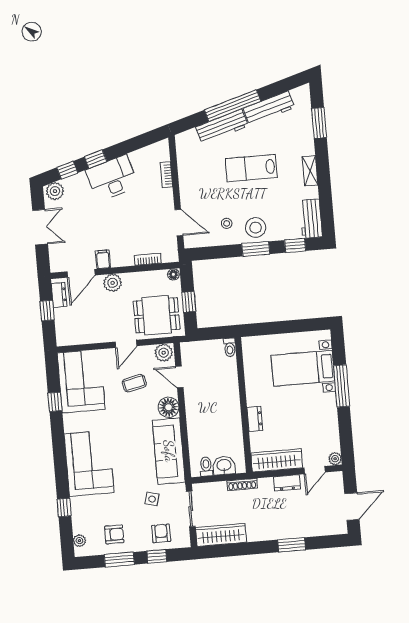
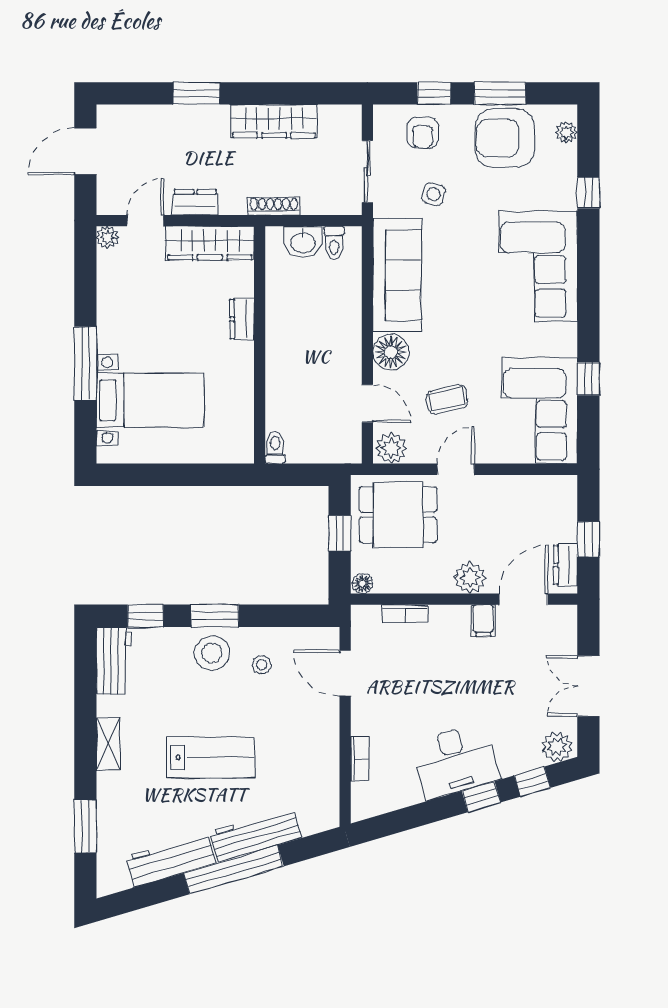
armchair: (114, 534) -> (505, 138), width x1.88, depth x1.88
wardrobe: (221, 535) -> (274, 121), moved

